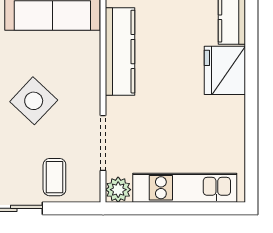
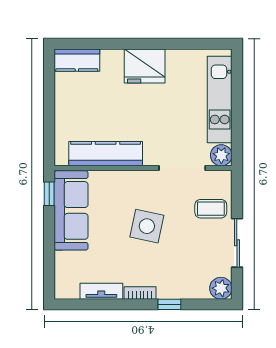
fridge: (225, 70) -> (145, 66), moved
side table: (34, 101) -> (147, 226), turned -31

